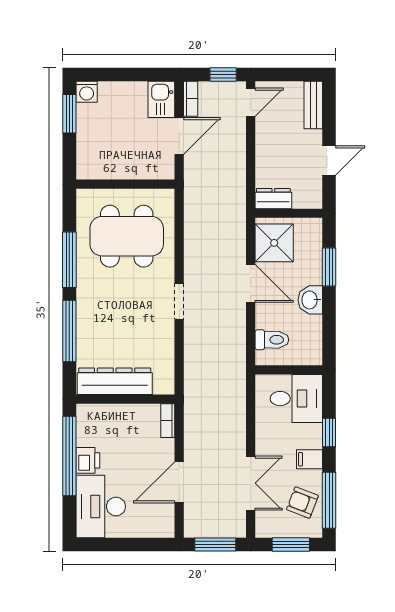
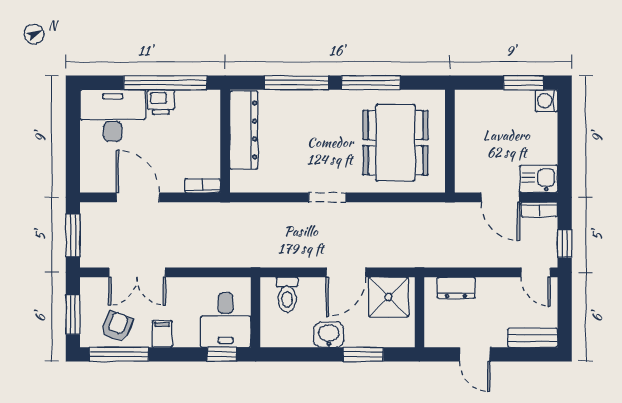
dresser: (273, 199) -> (456, 288), moved, turned 90
window: (329, 432) -> (222, 354), moved

